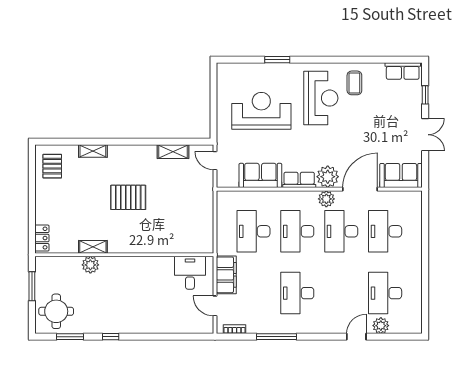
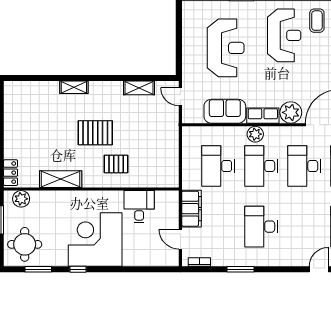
reception desk: (261, 111) -> (226, 48), turned 90
shelving: (93, 151) -> (74, 87), moved
pallet: (52, 166) -> (116, 164), moved, turned 90
plant: (326, 199) -> (255, 134), moved
shelving: (93, 247) -> (61, 179), width x1.50, depth x1.33
plant: (90, 265) -> (21, 199), moved
desk: (190, 273) -> (139, 207), moved
corner desk: (128, 306) -> (95, 240), added
window: (276, 337) -> (241, 269), width x0.69

